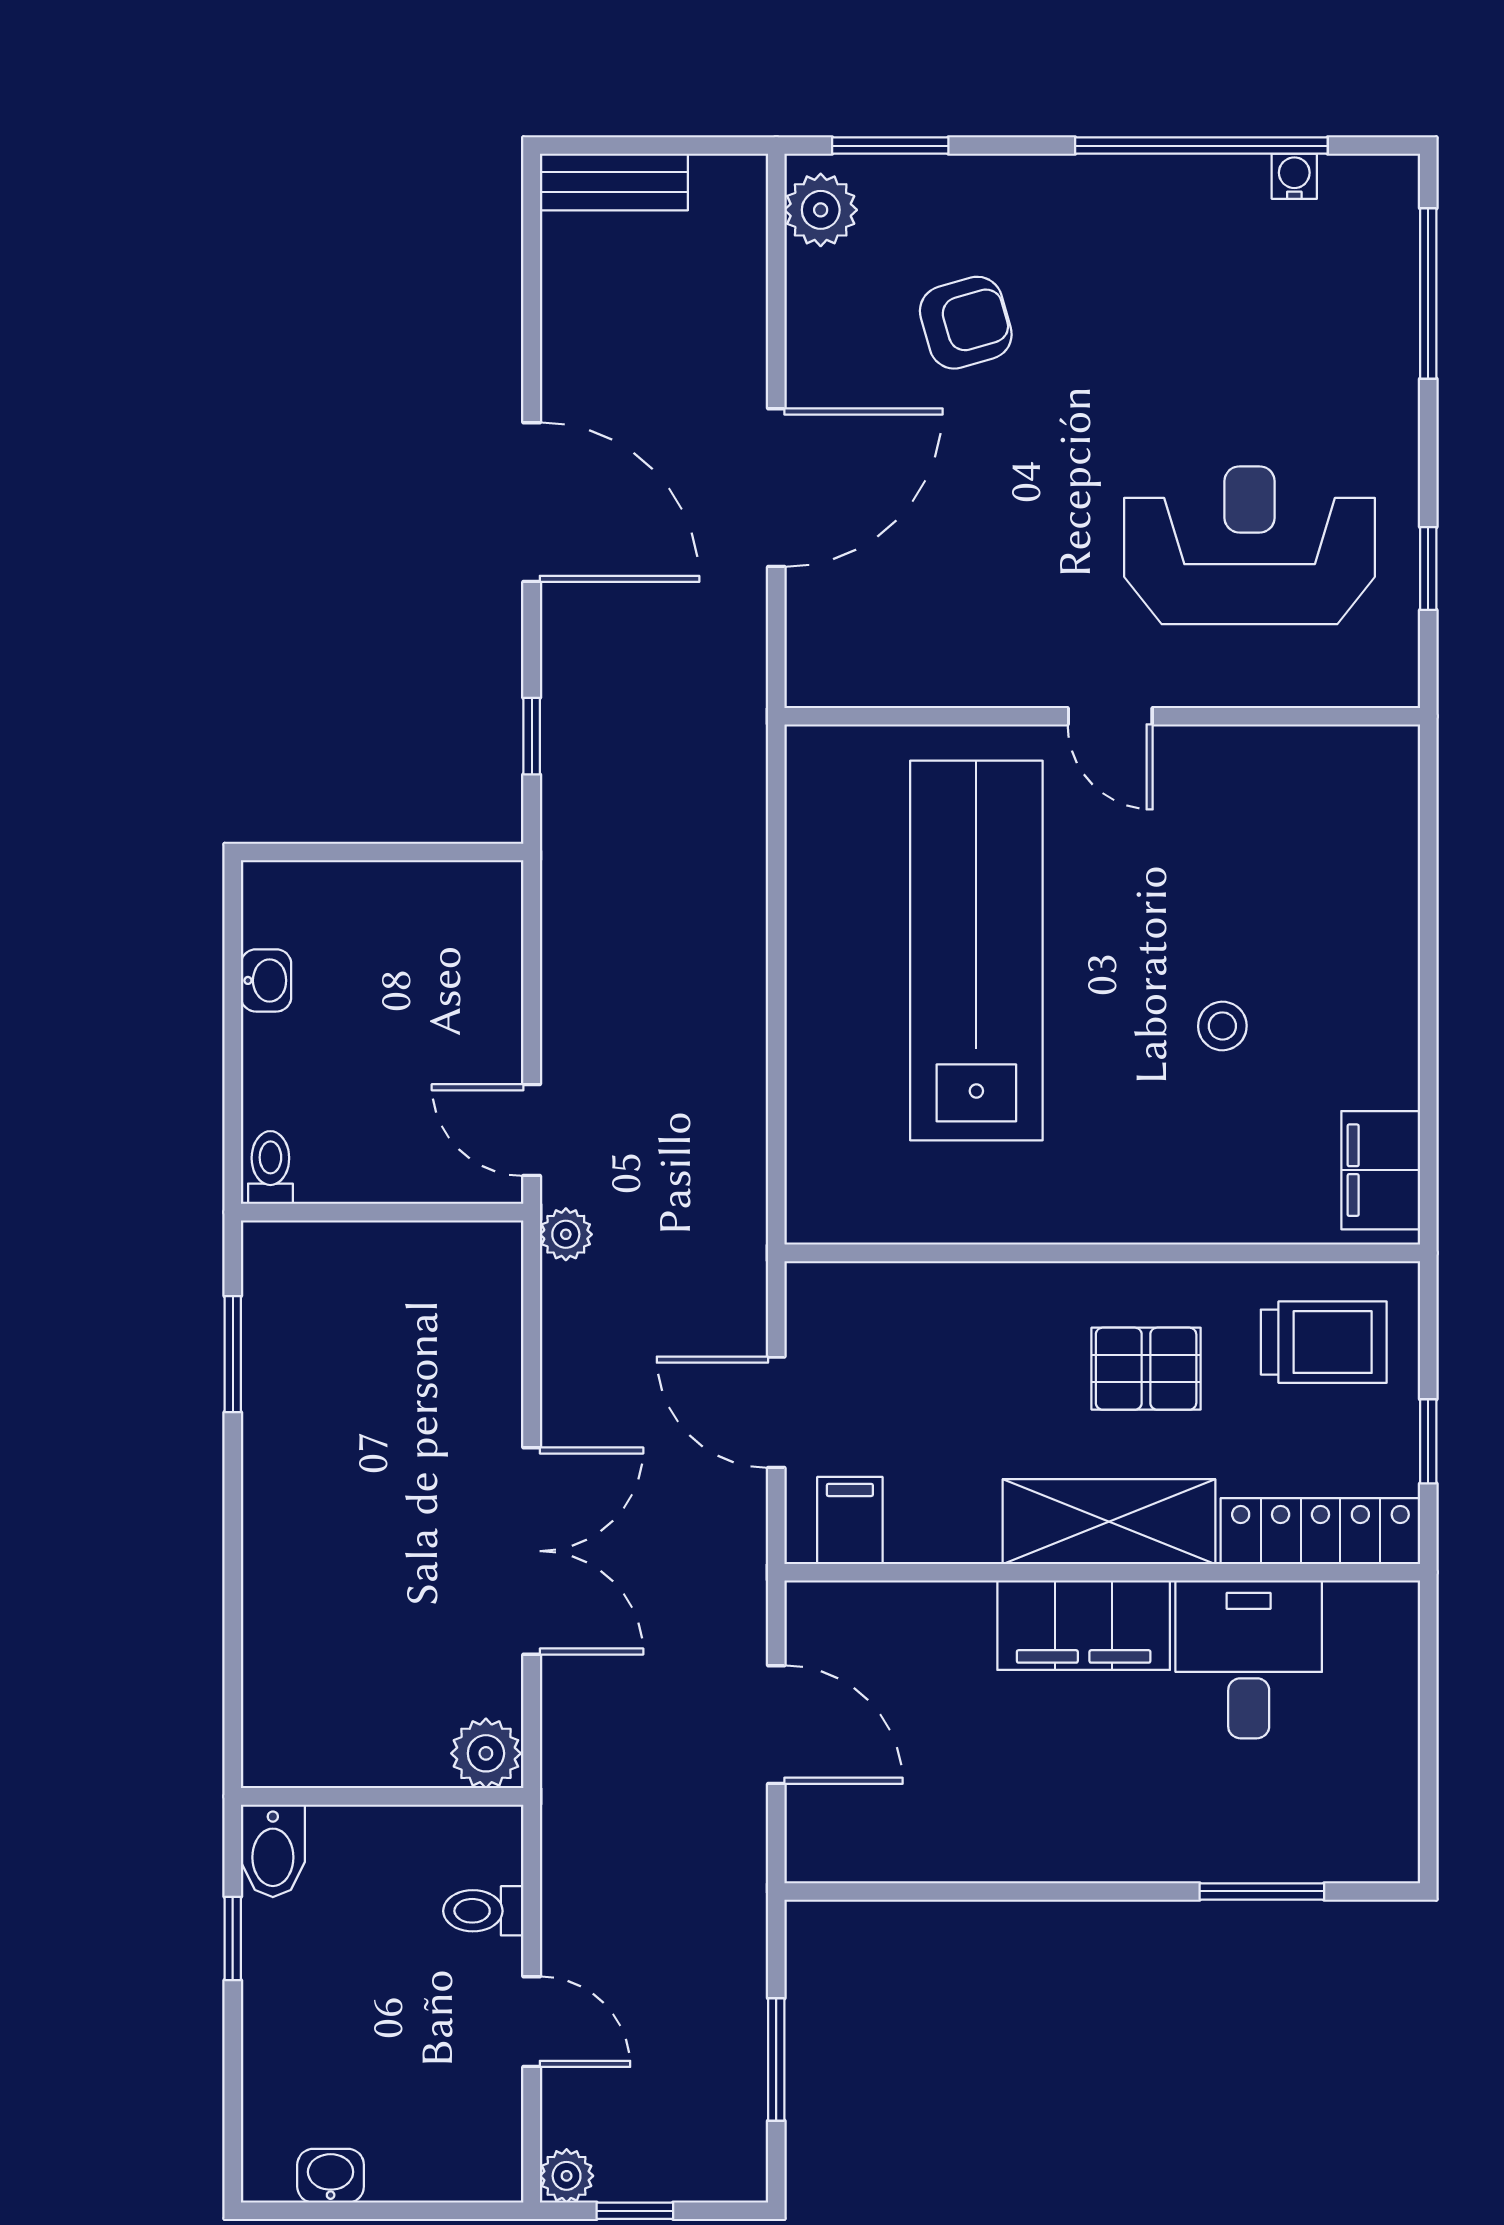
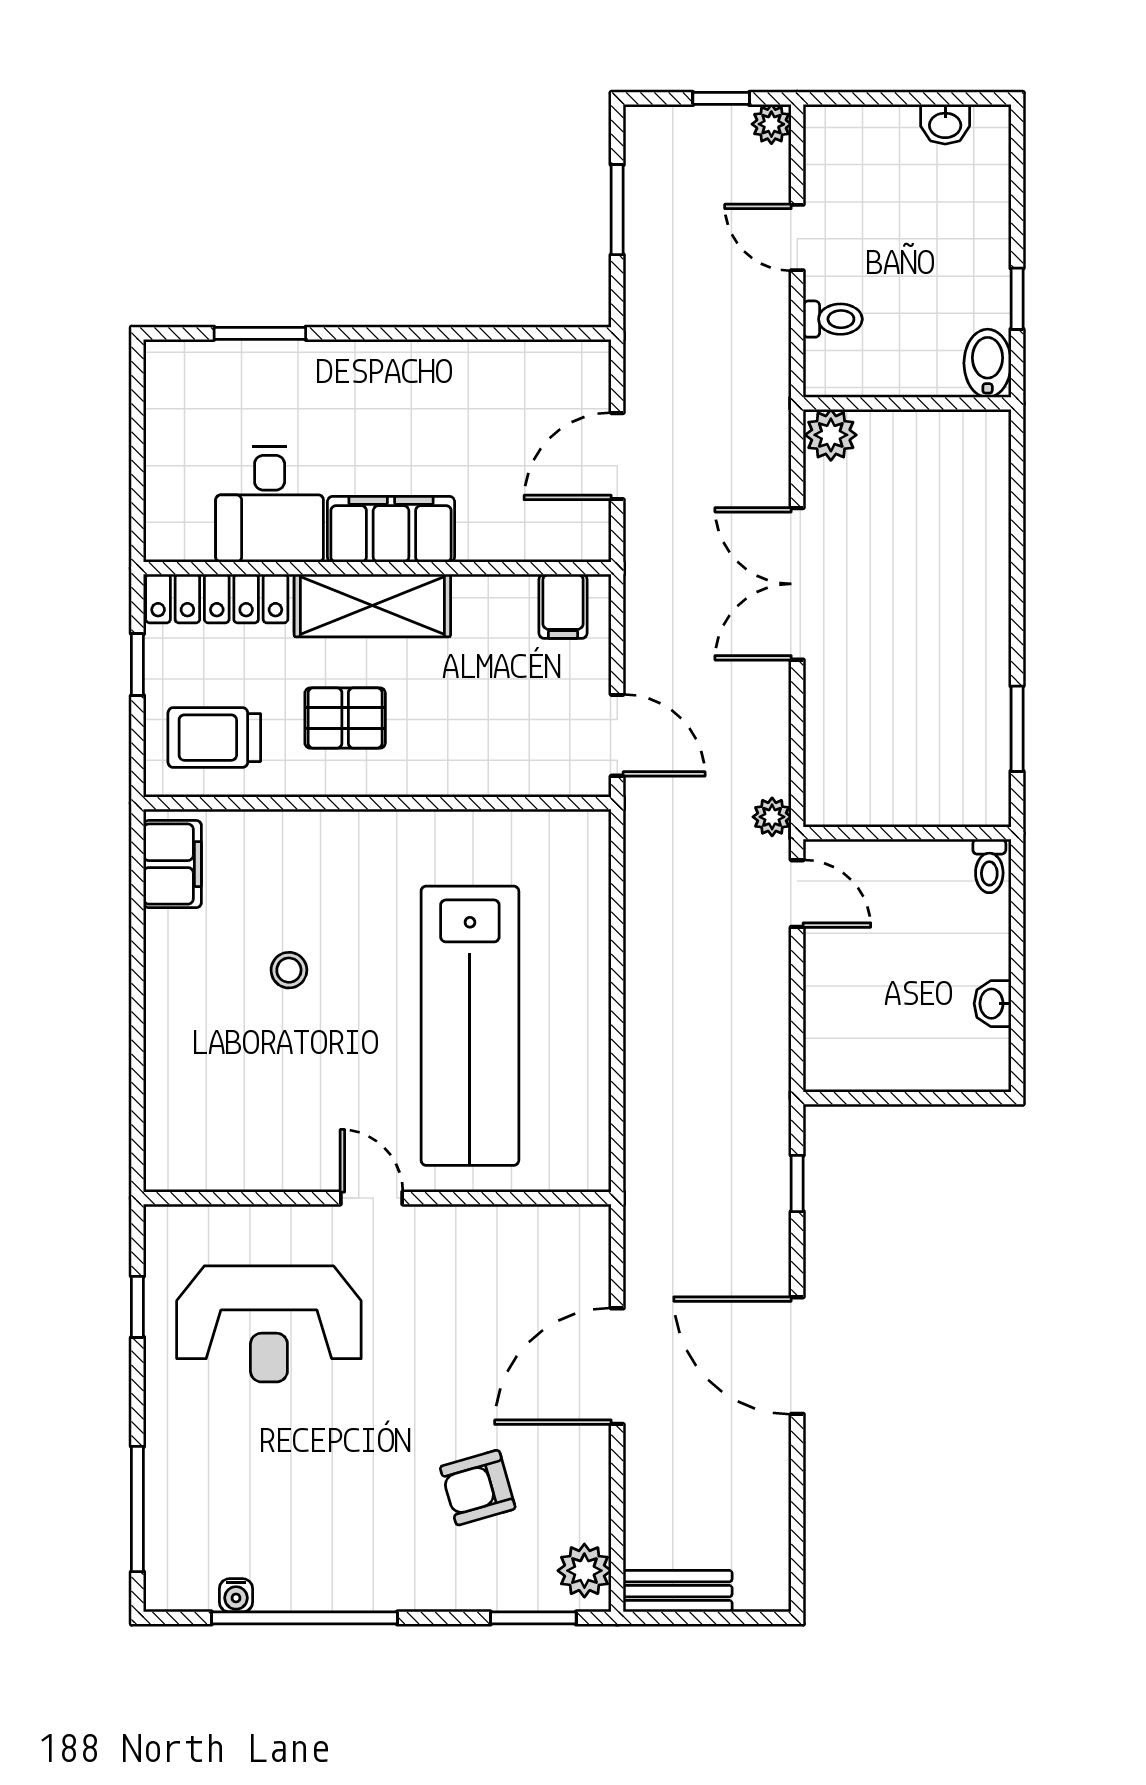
bench: (614, 182) -> (678, 1591), moved
door: (776, 1412) -> (617, 735), moved
door: (776, 1725) -> (617, 456), hinge flipped

